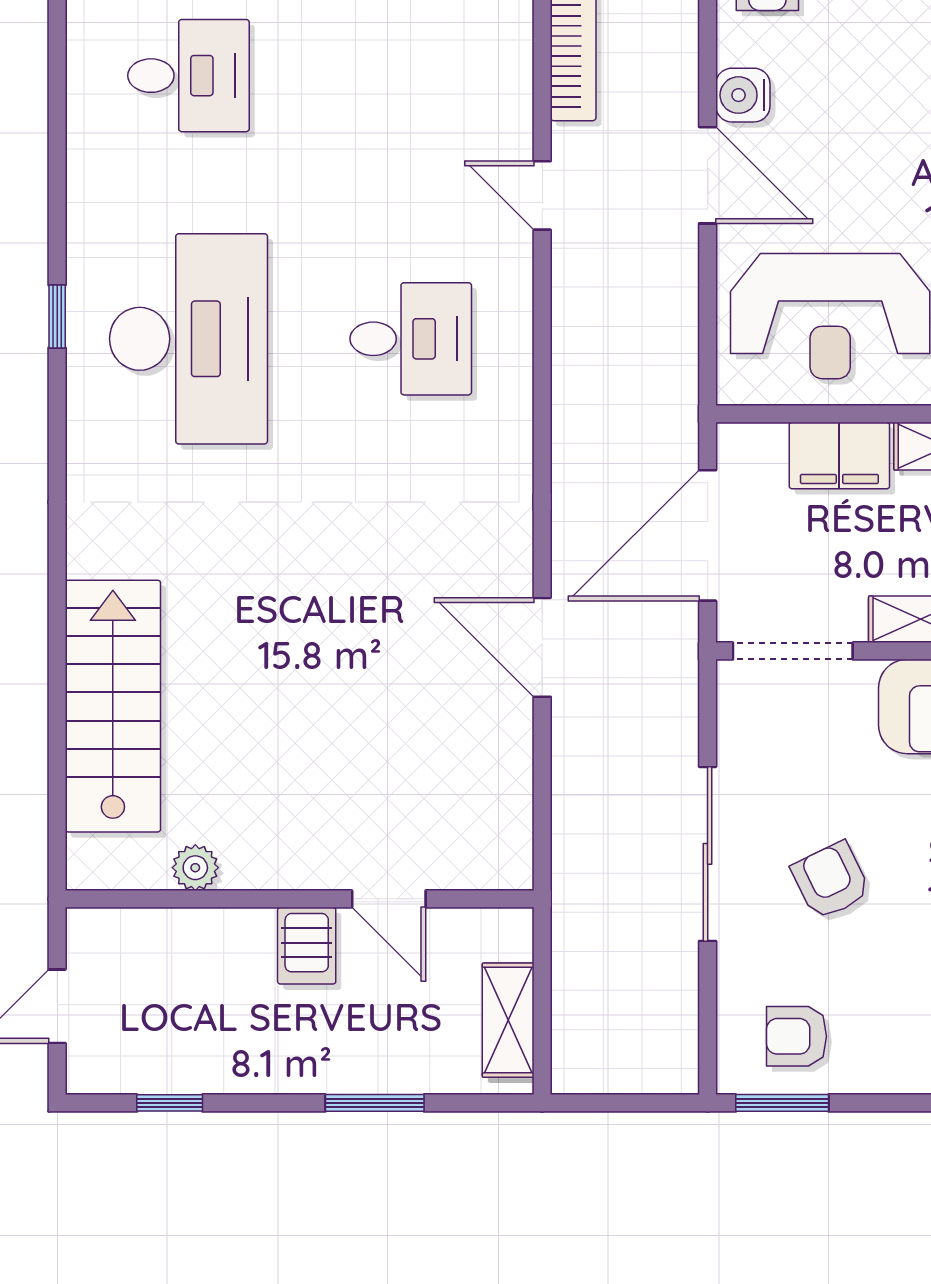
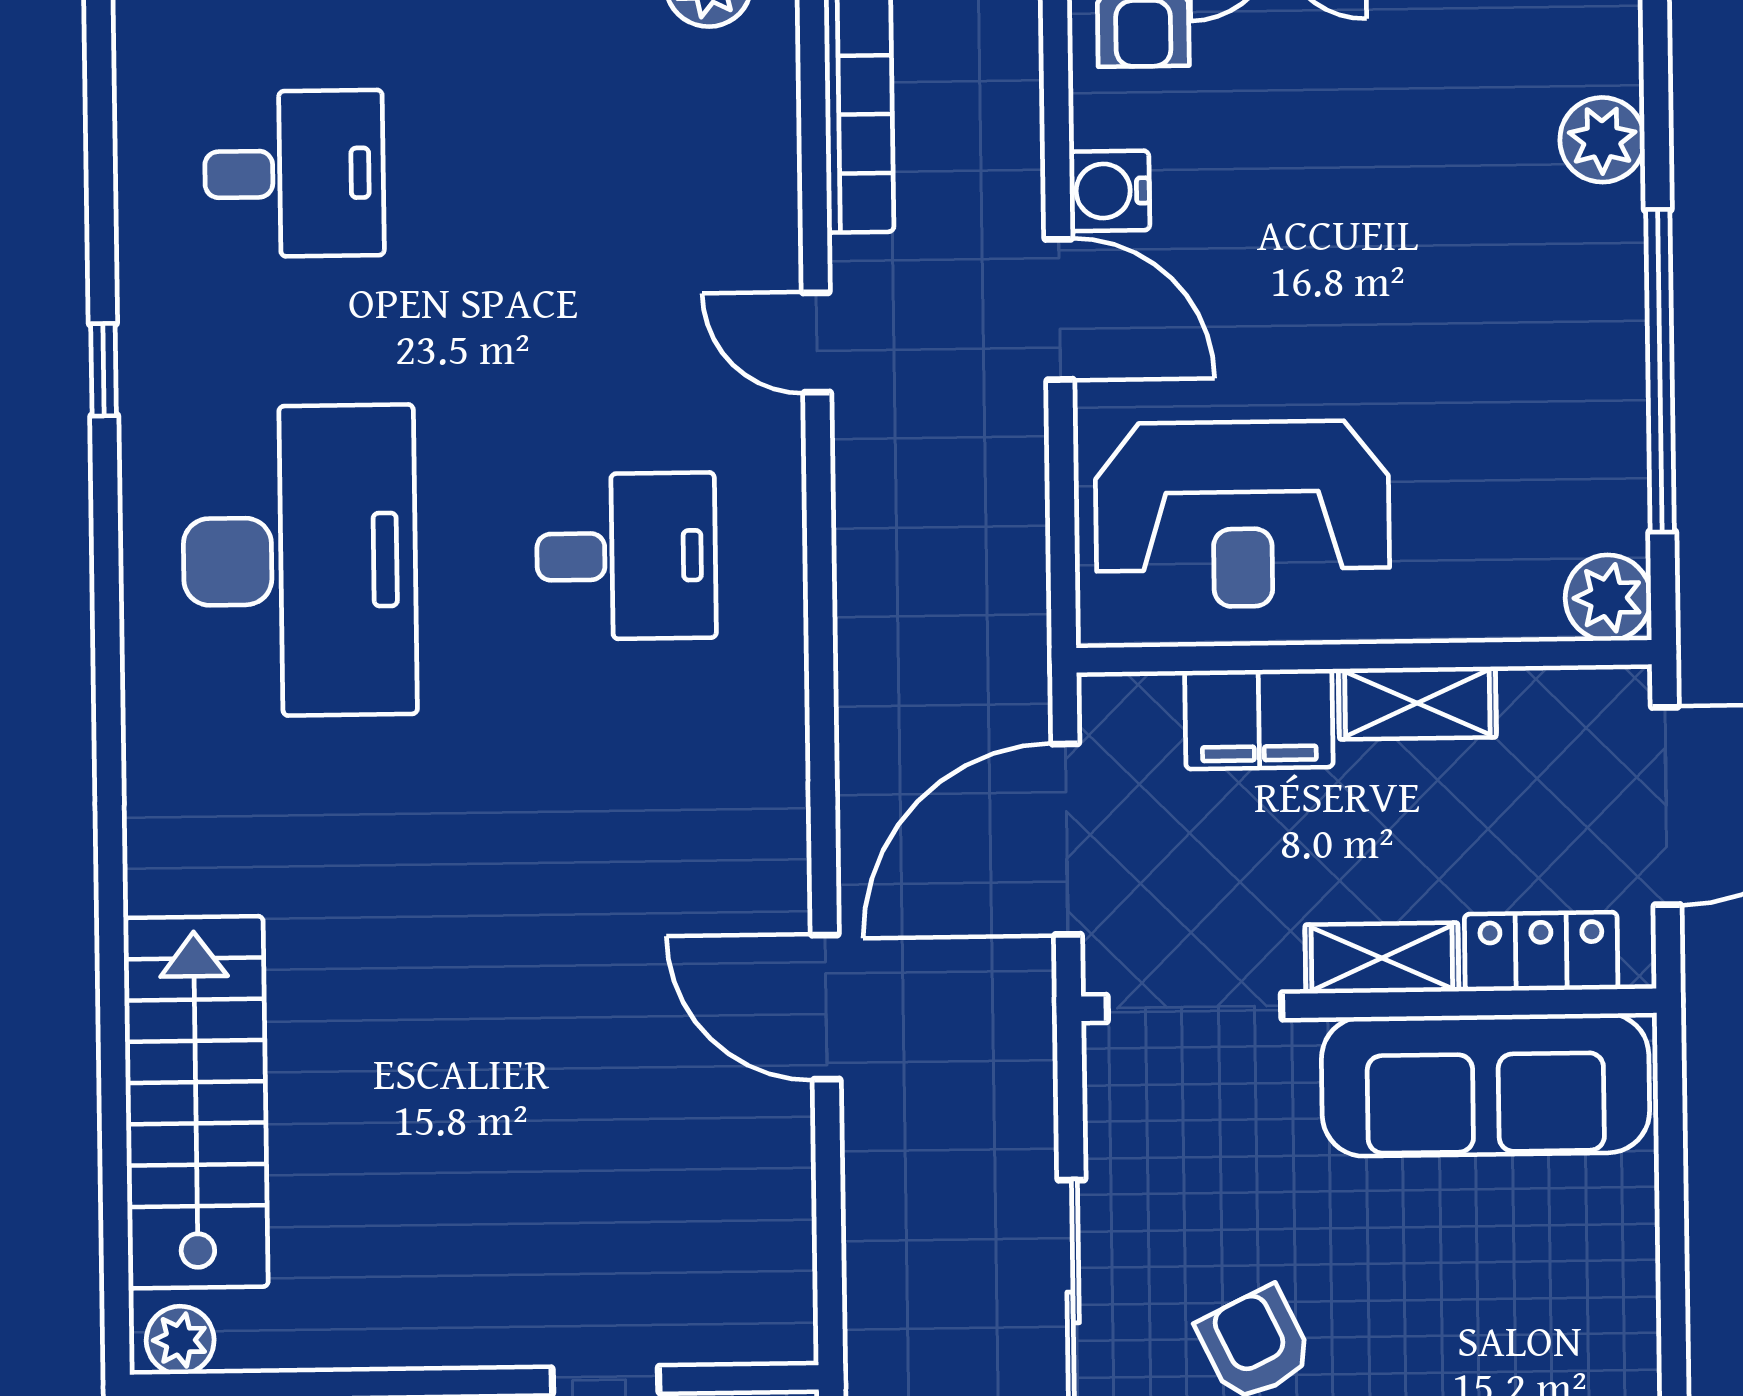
window: (57, 316) -> (104, 370), moved
plant: (195, 868) -> (180, 1340), moved

